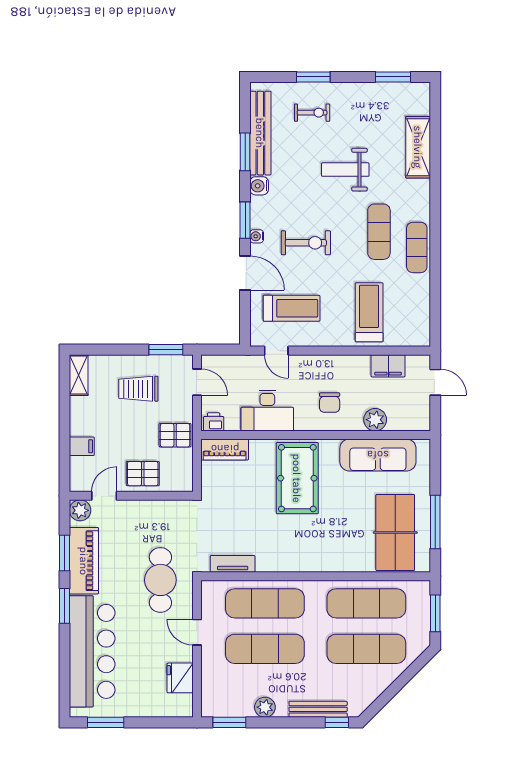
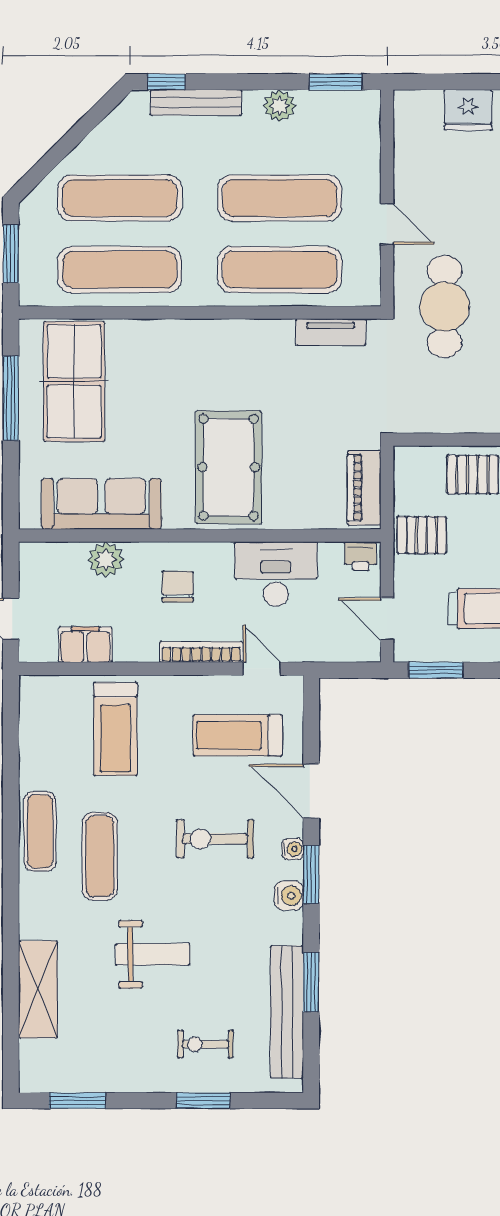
water cooler: (259, 186) -> (289, 896), moved
bookcase: (315, 361) -> (201, 652), added
piano: (225, 449) -> (364, 488), moved, turned -90
fridge: (180, 678) -> (468, 110), moved, turned 90

